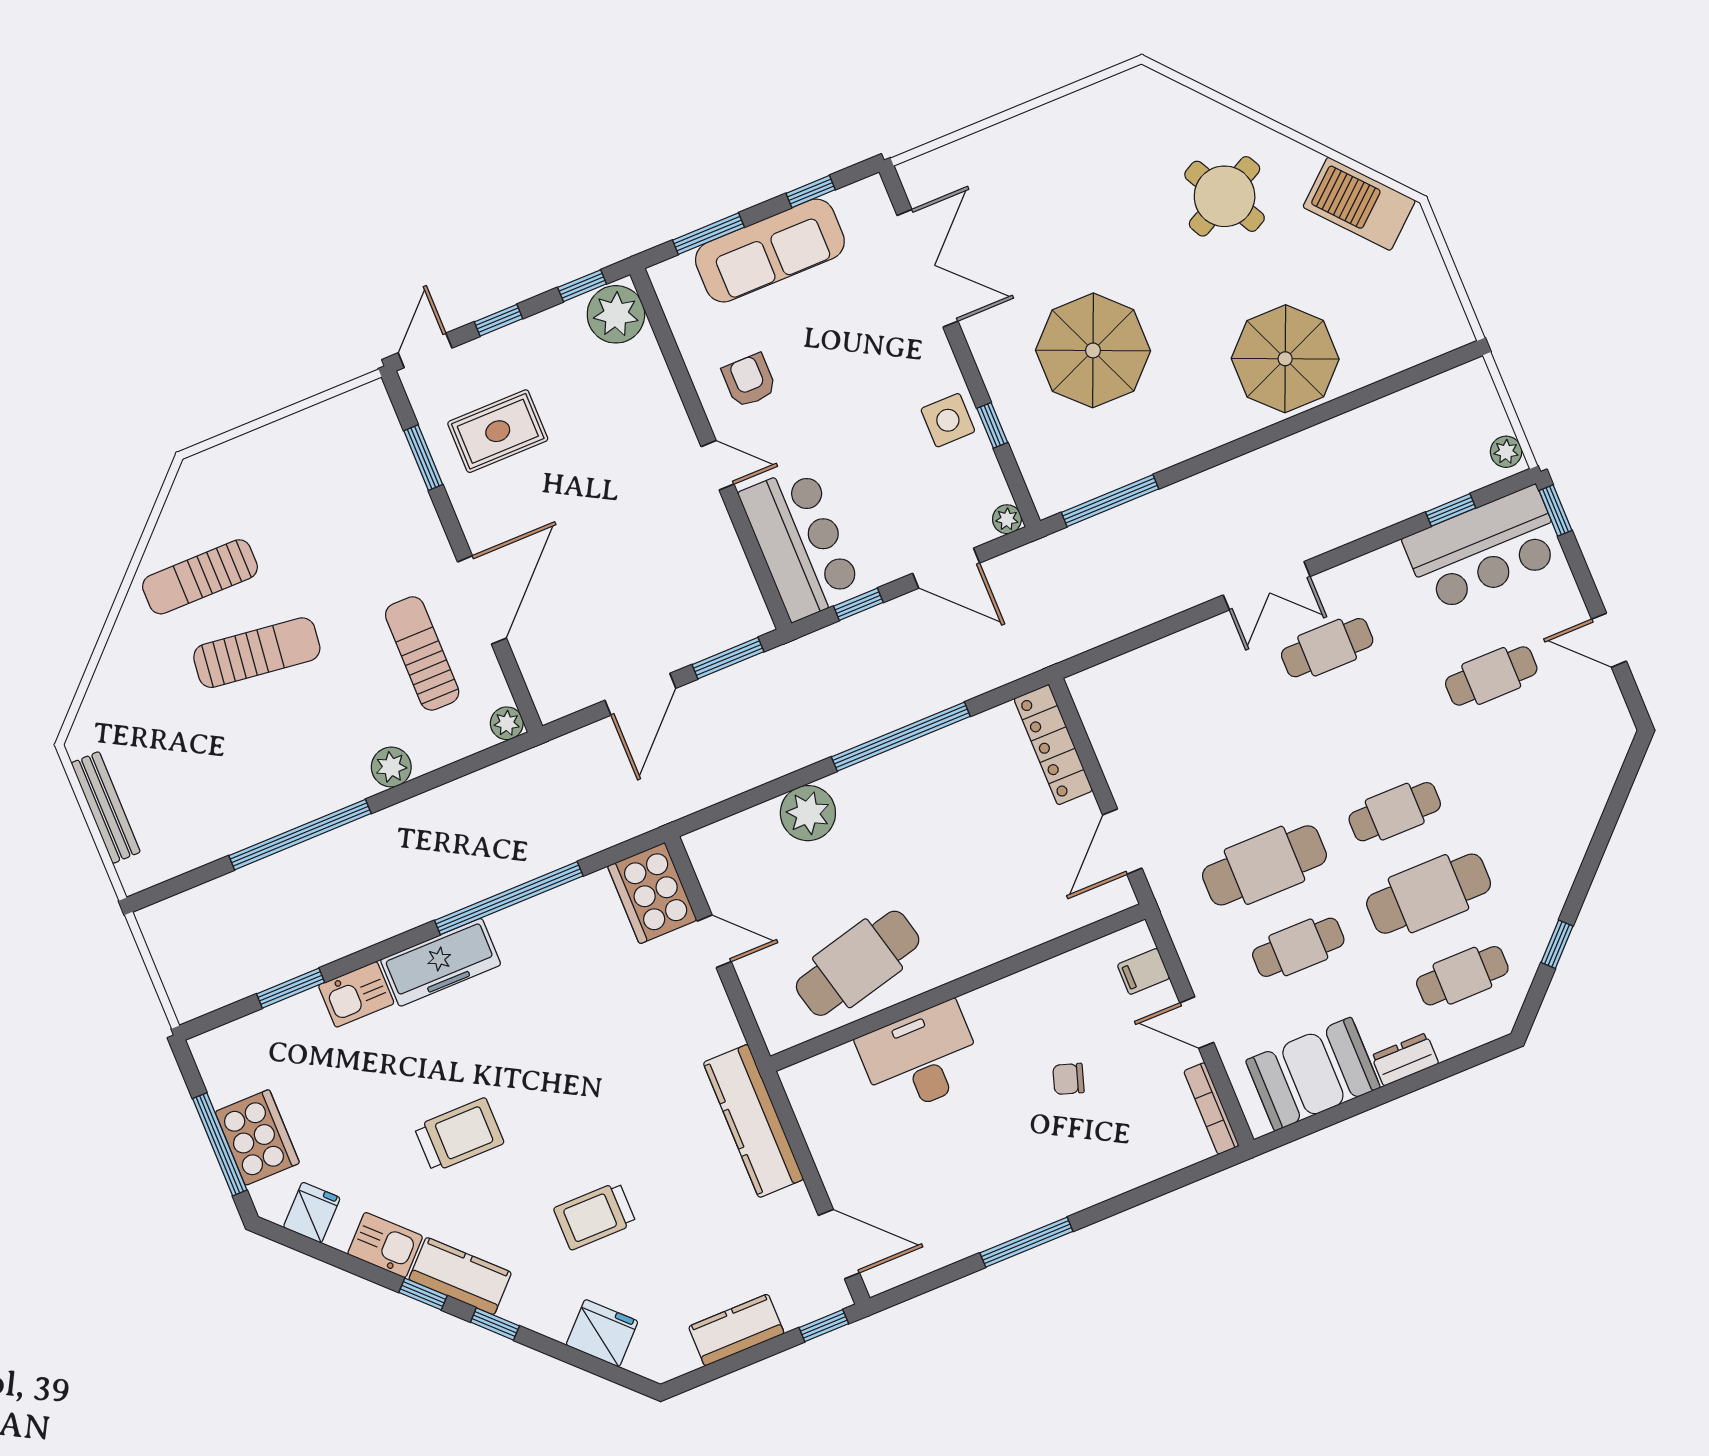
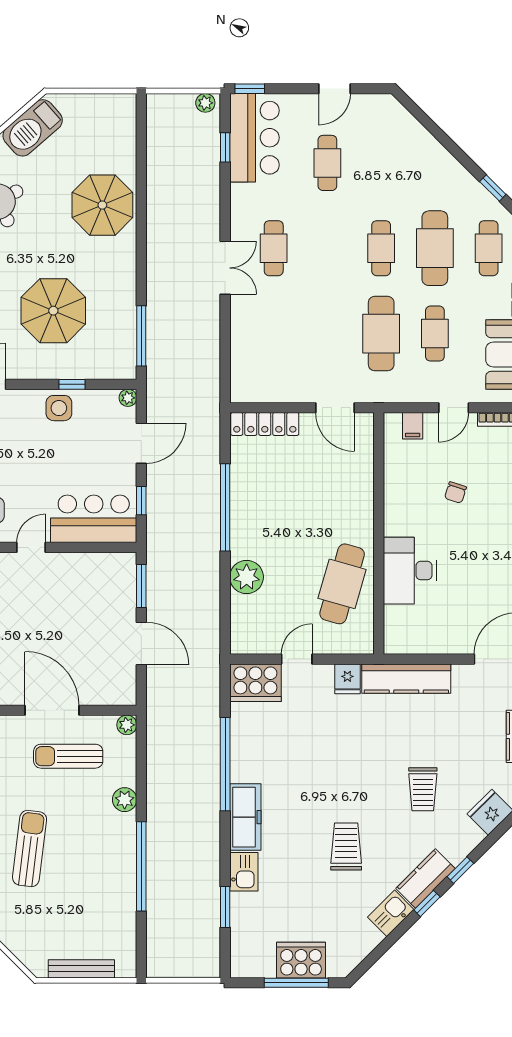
cafe table: (858, 963) -> (342, 584), turned 30
fridge: (312, 1212) -> (347, 679), moved, turned -135

